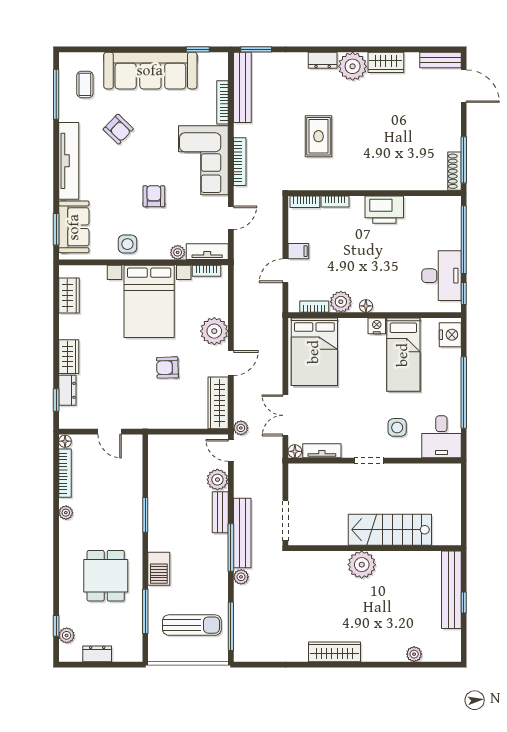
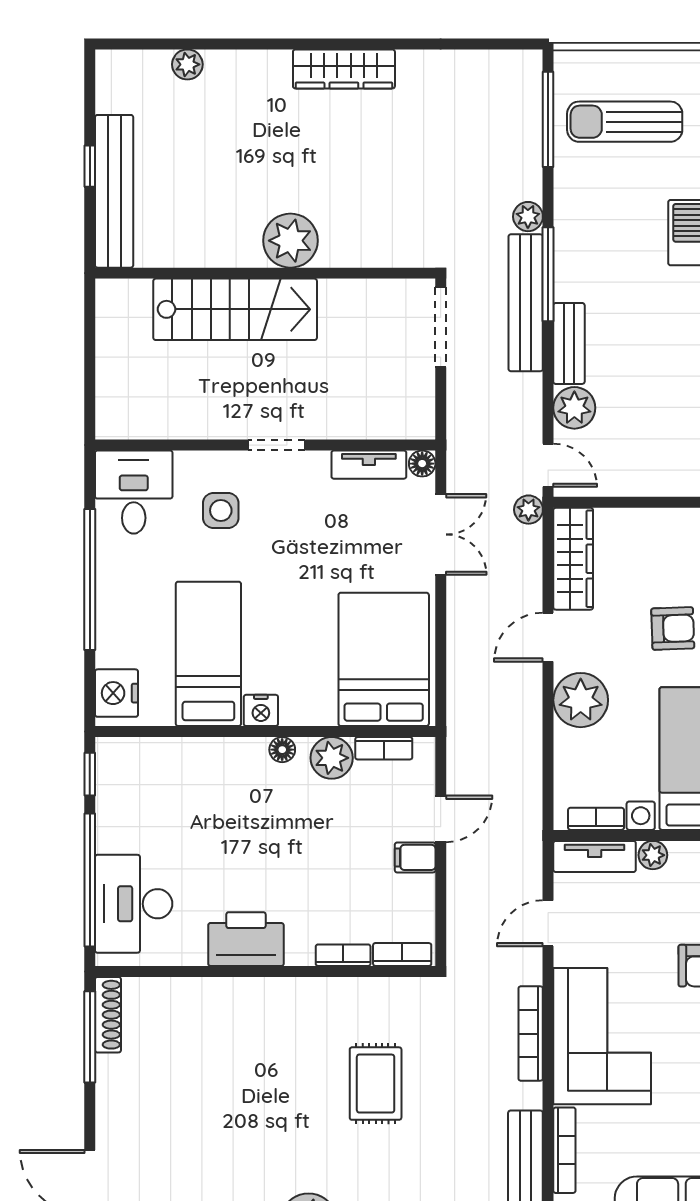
desk: (441, 276) -> (134, 904), moved

